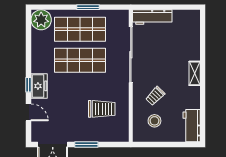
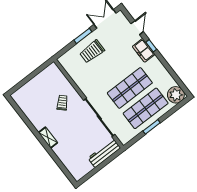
trolley: (102, 109) -> (92, 52), moved
door: (29, 112) -> (137, 28), swing flipped
stool: (154, 121) -> (50, 86), removed
workbench: (192, 126) -> (23, 102), removed

